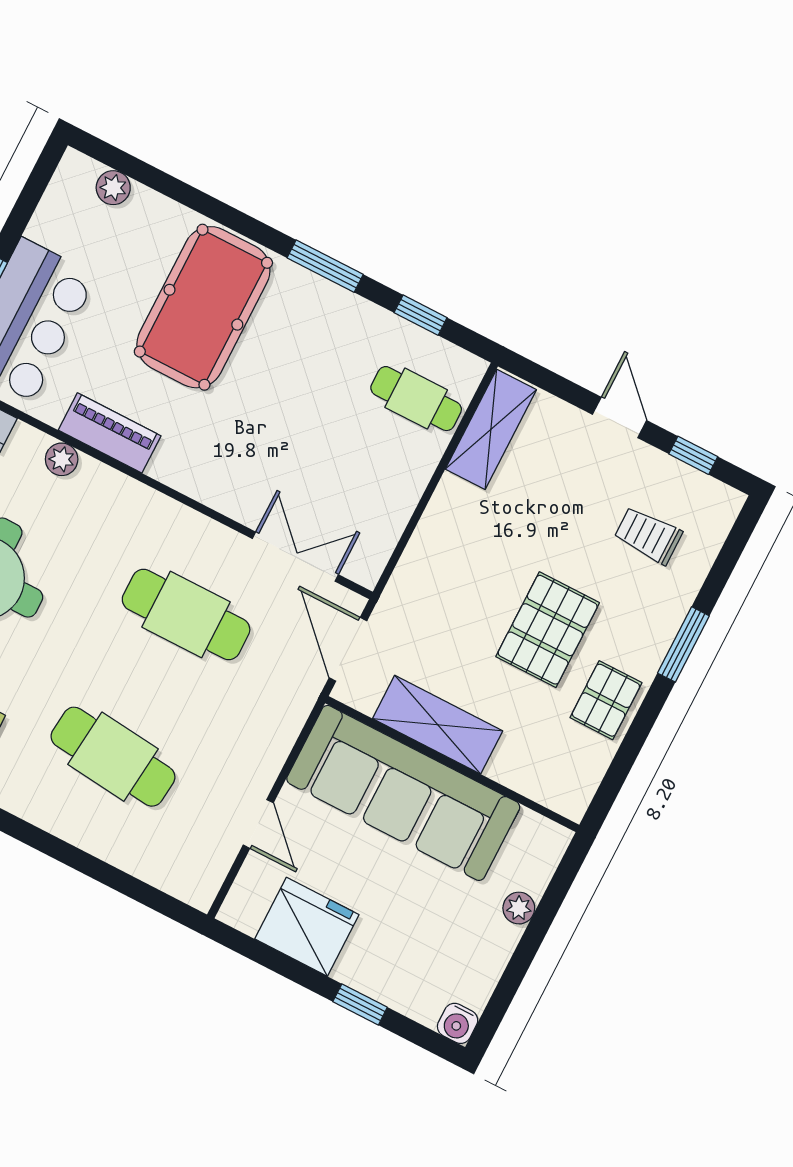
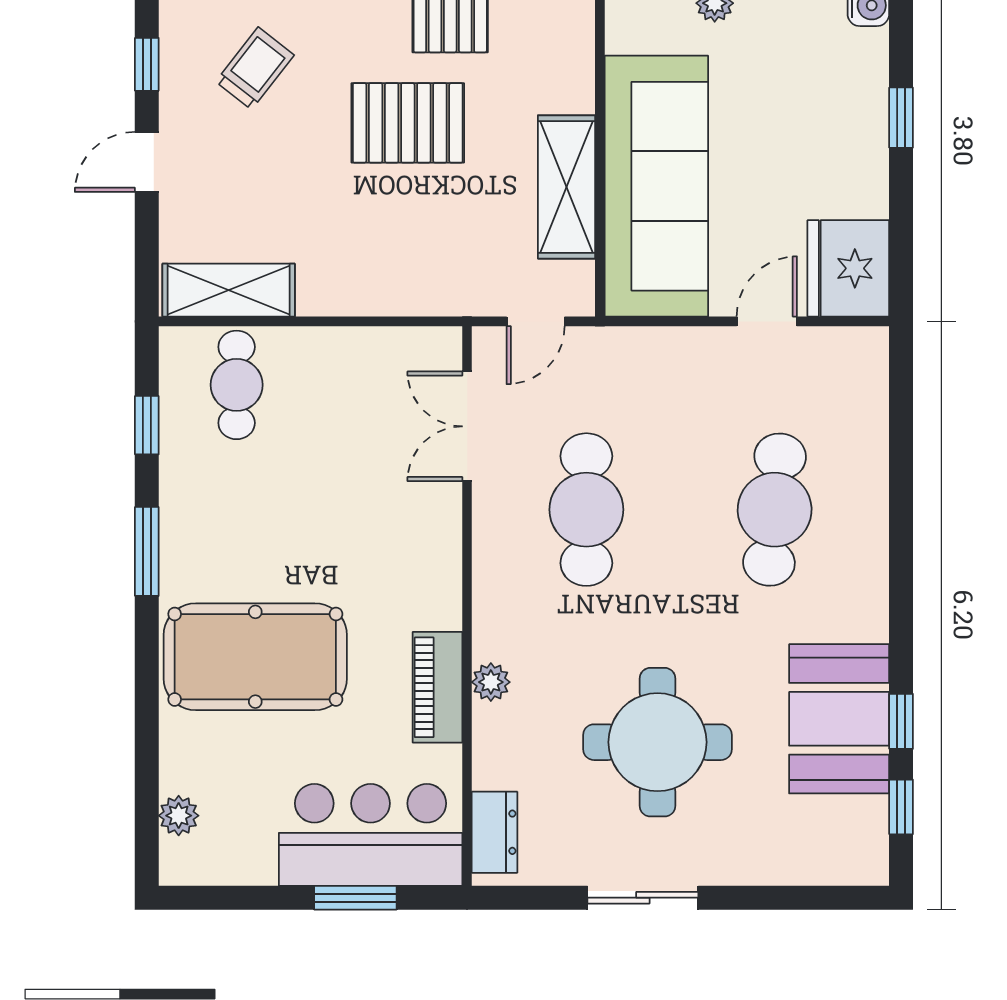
plant: (62, 459) -> (491, 682), moved
trolley: (648, 535) -> (255, 68), turned -142
door: (348, 649) -> (536, 321), width x0.73
fridge: (307, 927) -> (848, 268), moved

